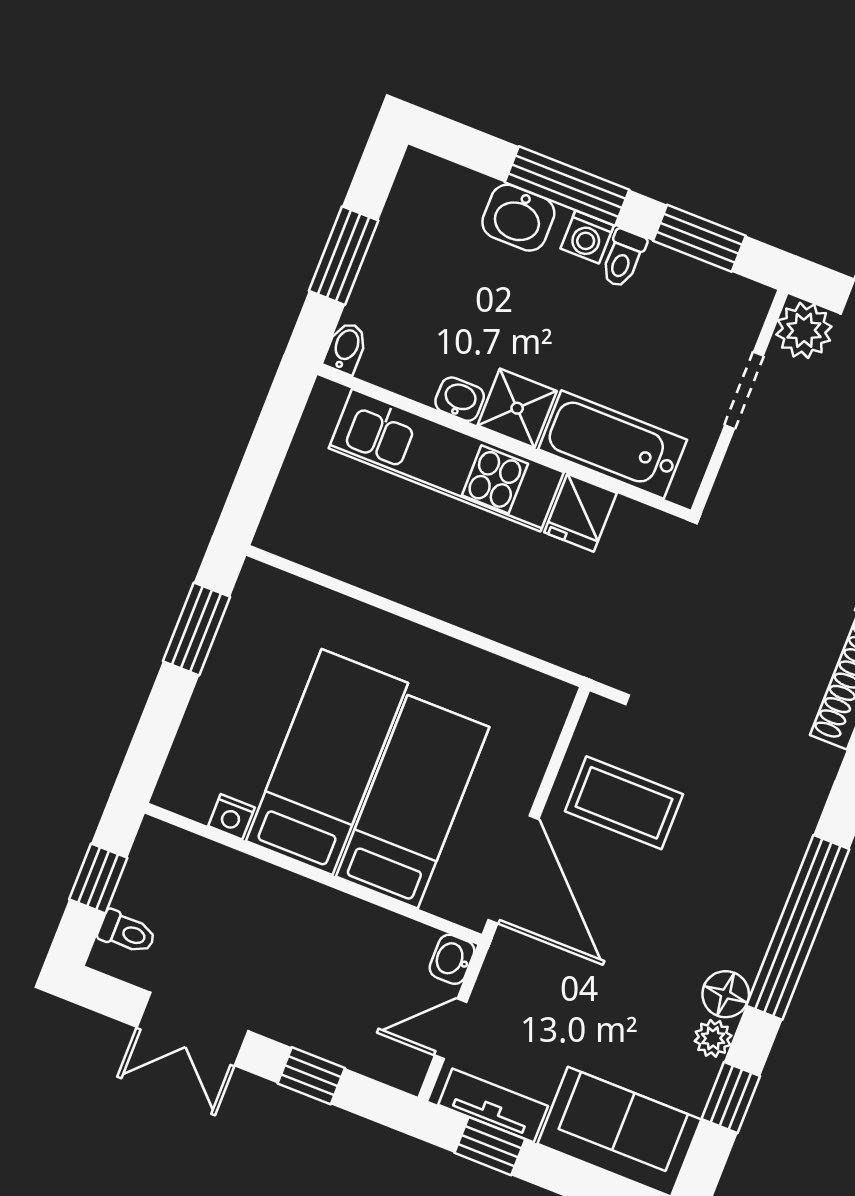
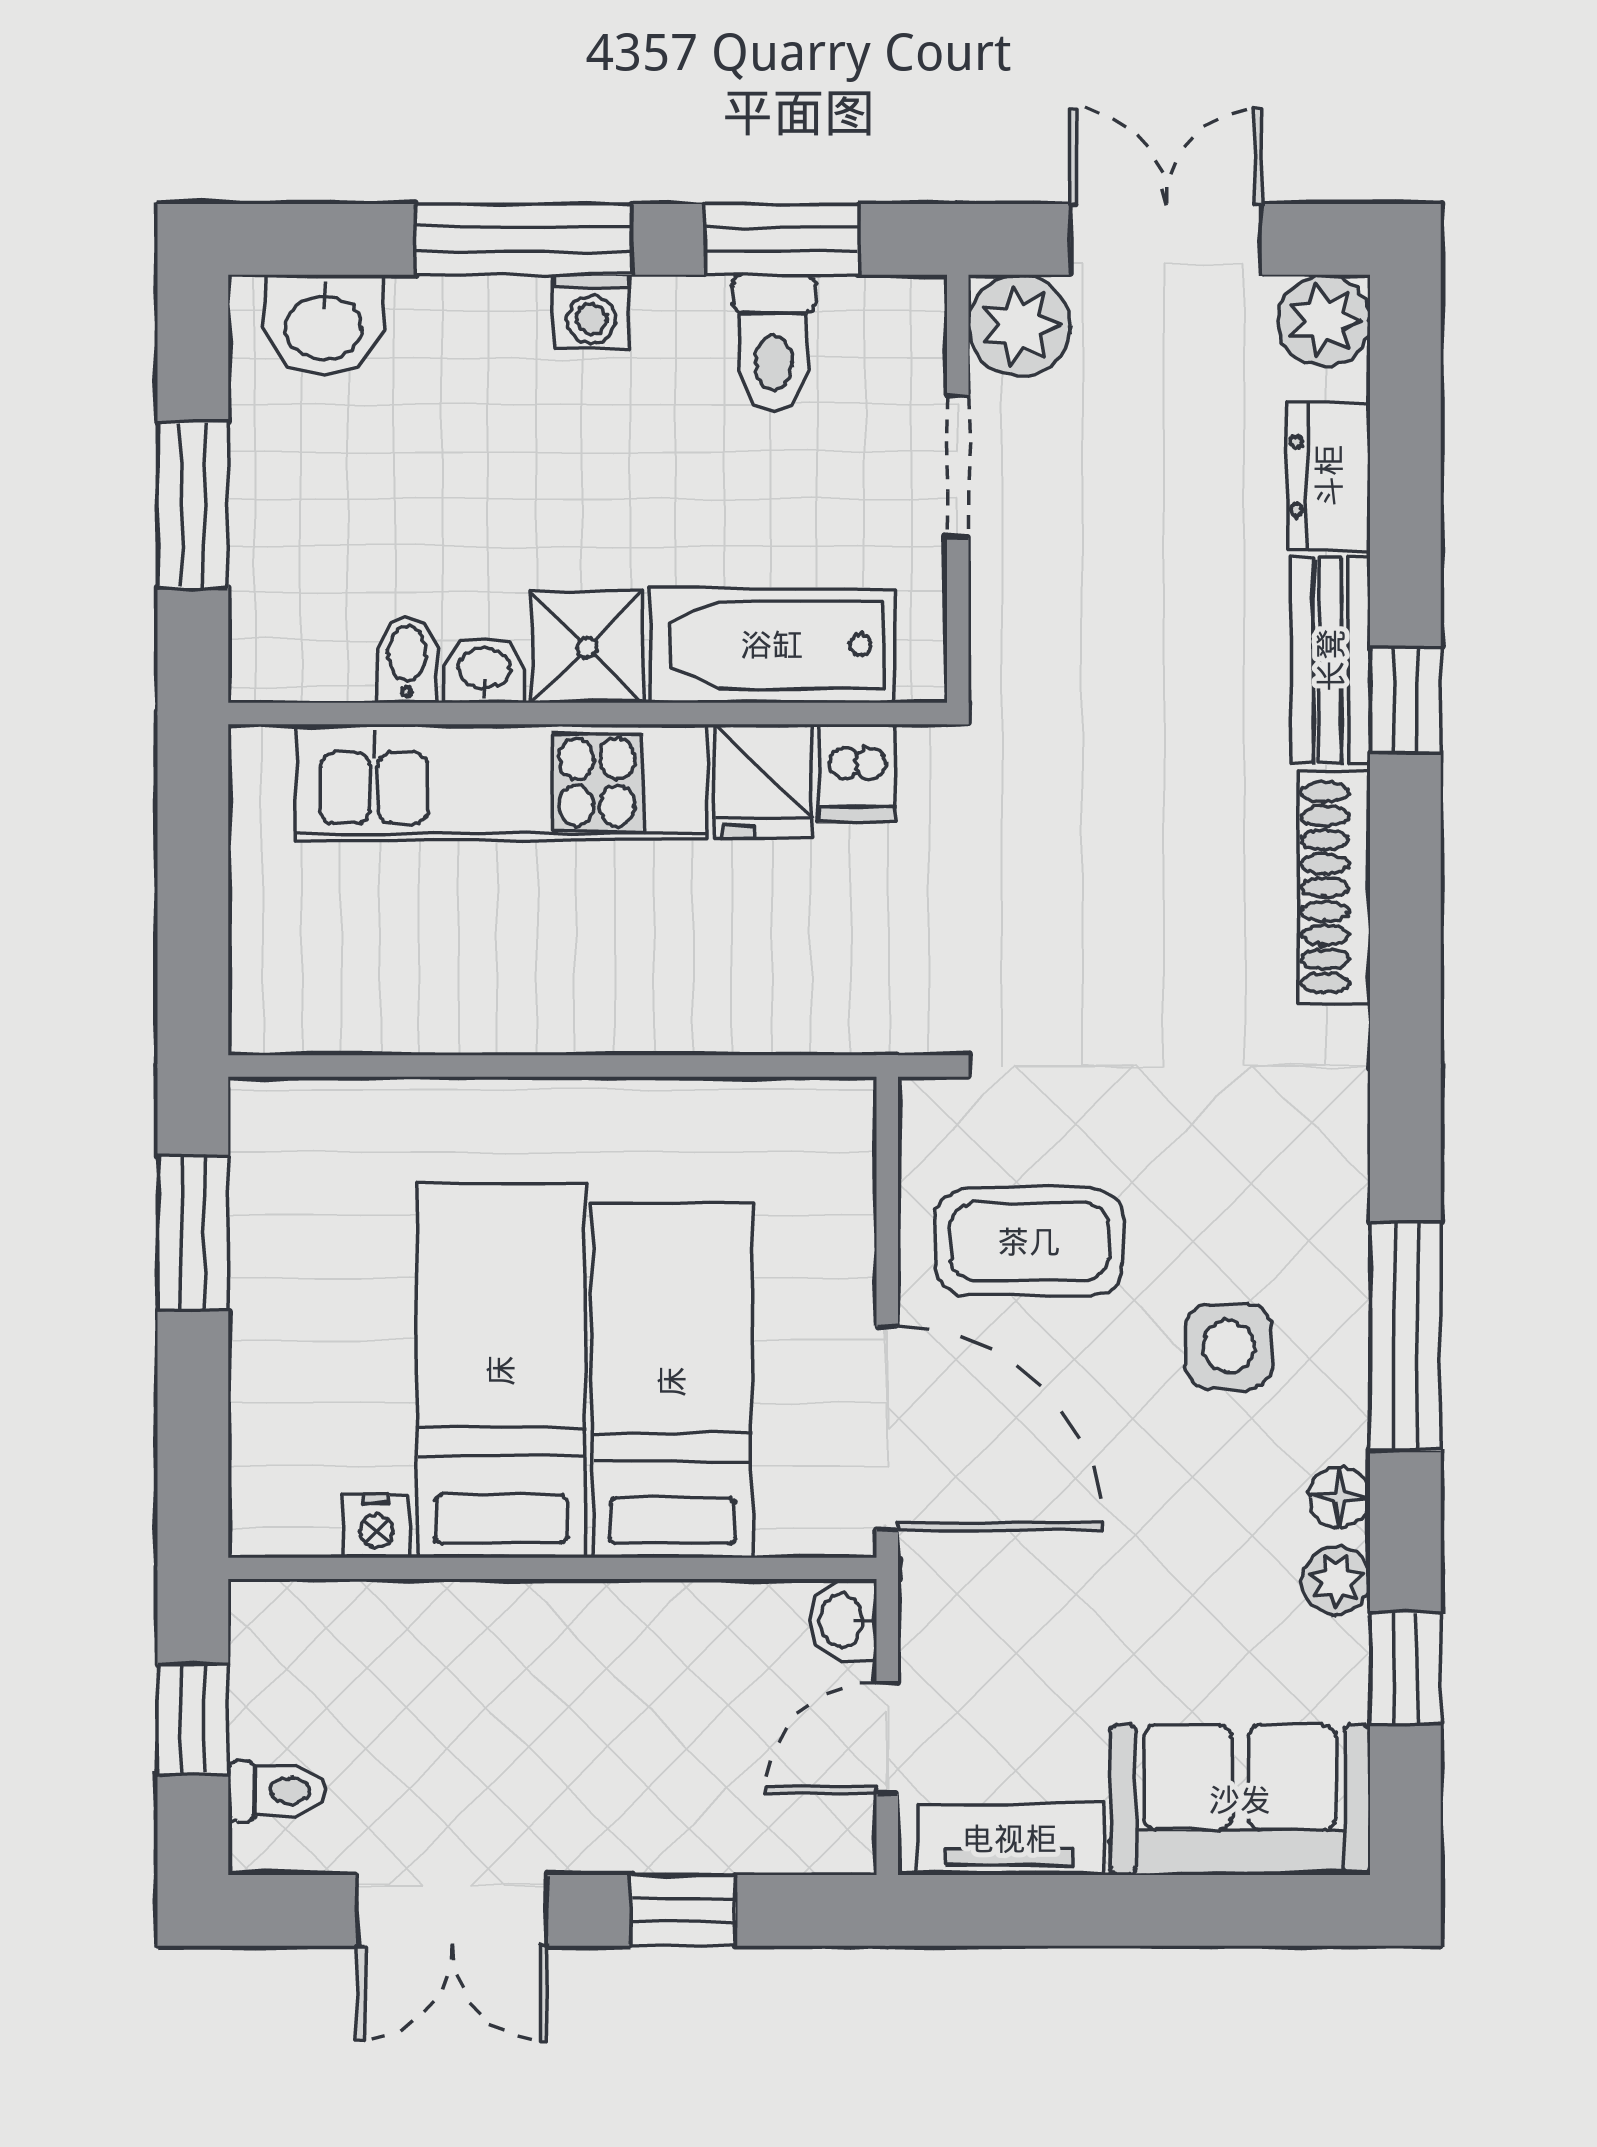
washbasin: (518, 218) -> (324, 325), moved
toilet: (623, 258) -> (774, 343), moved, width x1.37, depth x1.39
bidet: (346, 348) -> (407, 659), moved
dishwasher: (630, 527) -> (857, 773), added
side table: (705, 897) -> (1229, 1347), added
window: (798, 927) -> (1405, 1337), width x0.68
floor lamp: (726, 994) -> (1340, 1497), width x0.73, depth x0.73
window: (490, 1146) -> (1031, 1910), removed

